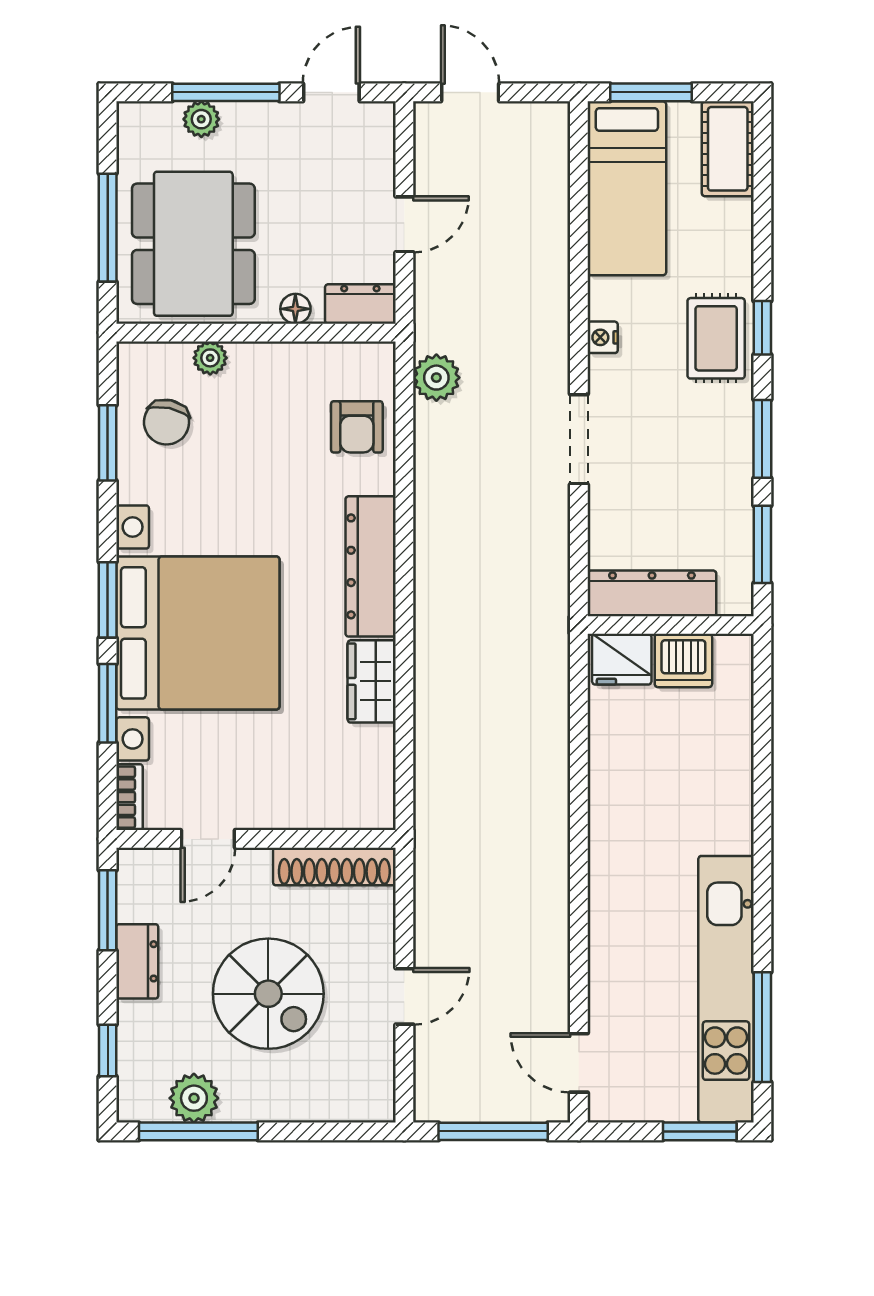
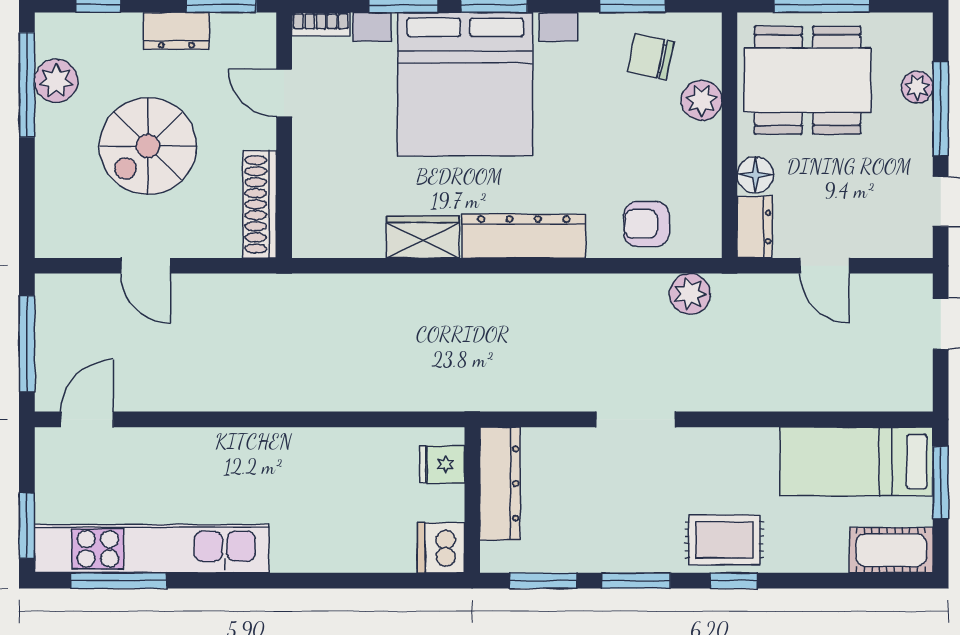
floor lamp: (295, 309) -> (755, 175), width x1.37, depth x1.37
nightstand: (603, 337) -> (725, 440), removed
plant: (210, 358) -> (702, 100), width x1.38, depth x1.38
fridge: (622, 659) -> (442, 464), width x0.72
dishwasher: (683, 661) -> (441, 548), moved

